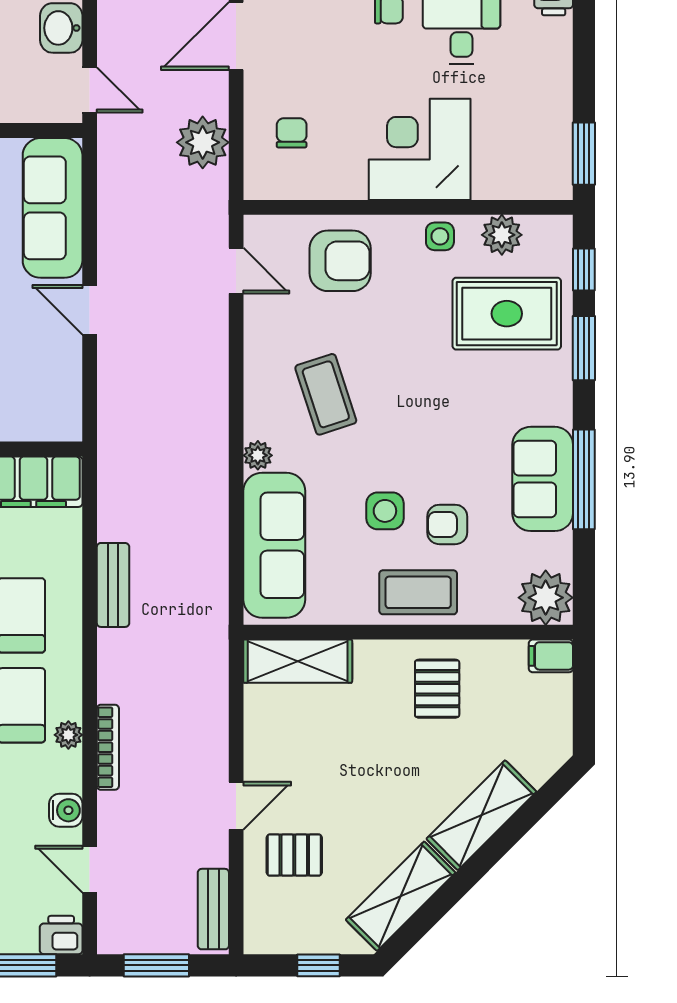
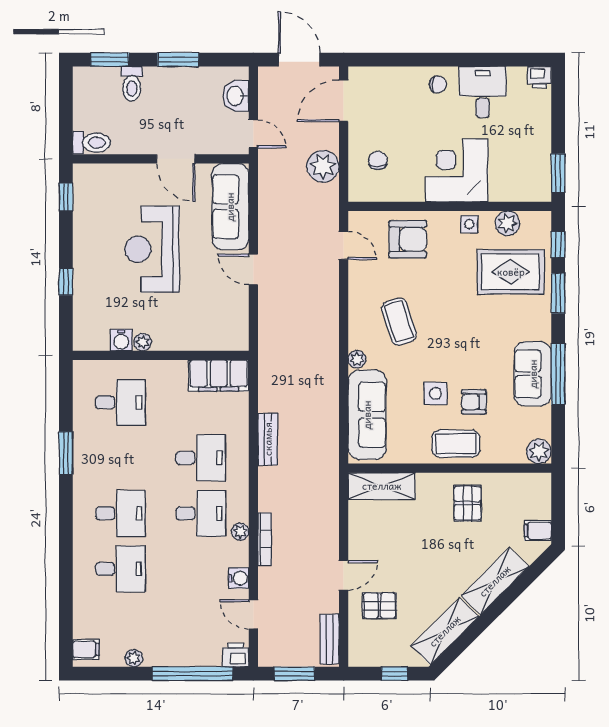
plant: (546, 598) -> (539, 451), width x0.73, depth x0.73
filing cabinet: (551, 656) -> (538, 531), moved

